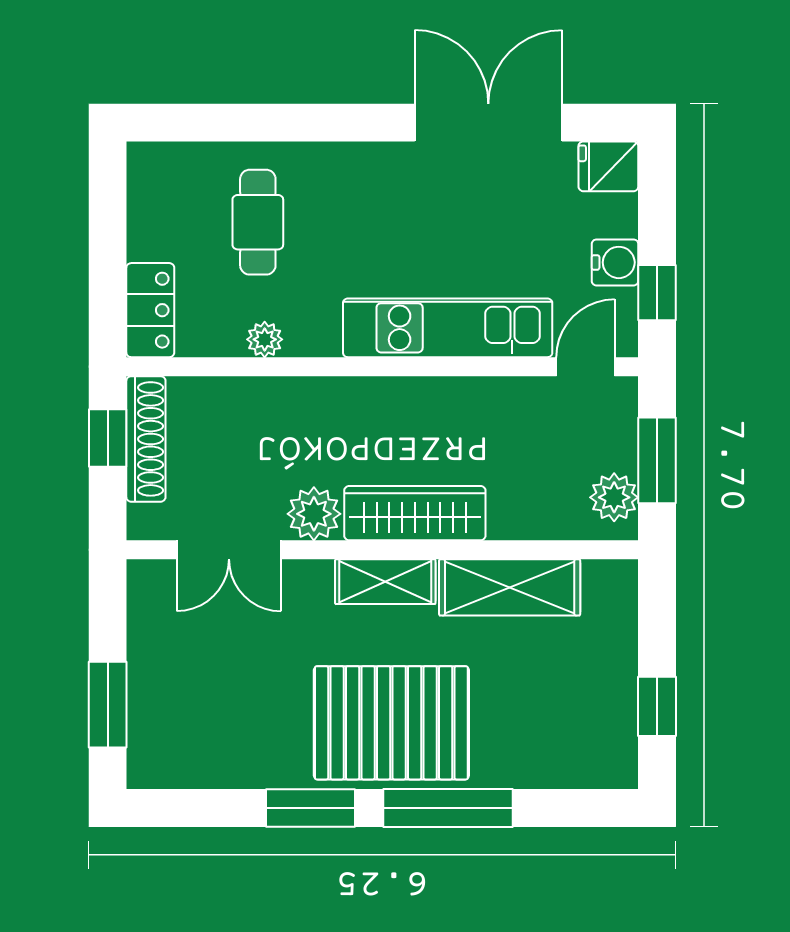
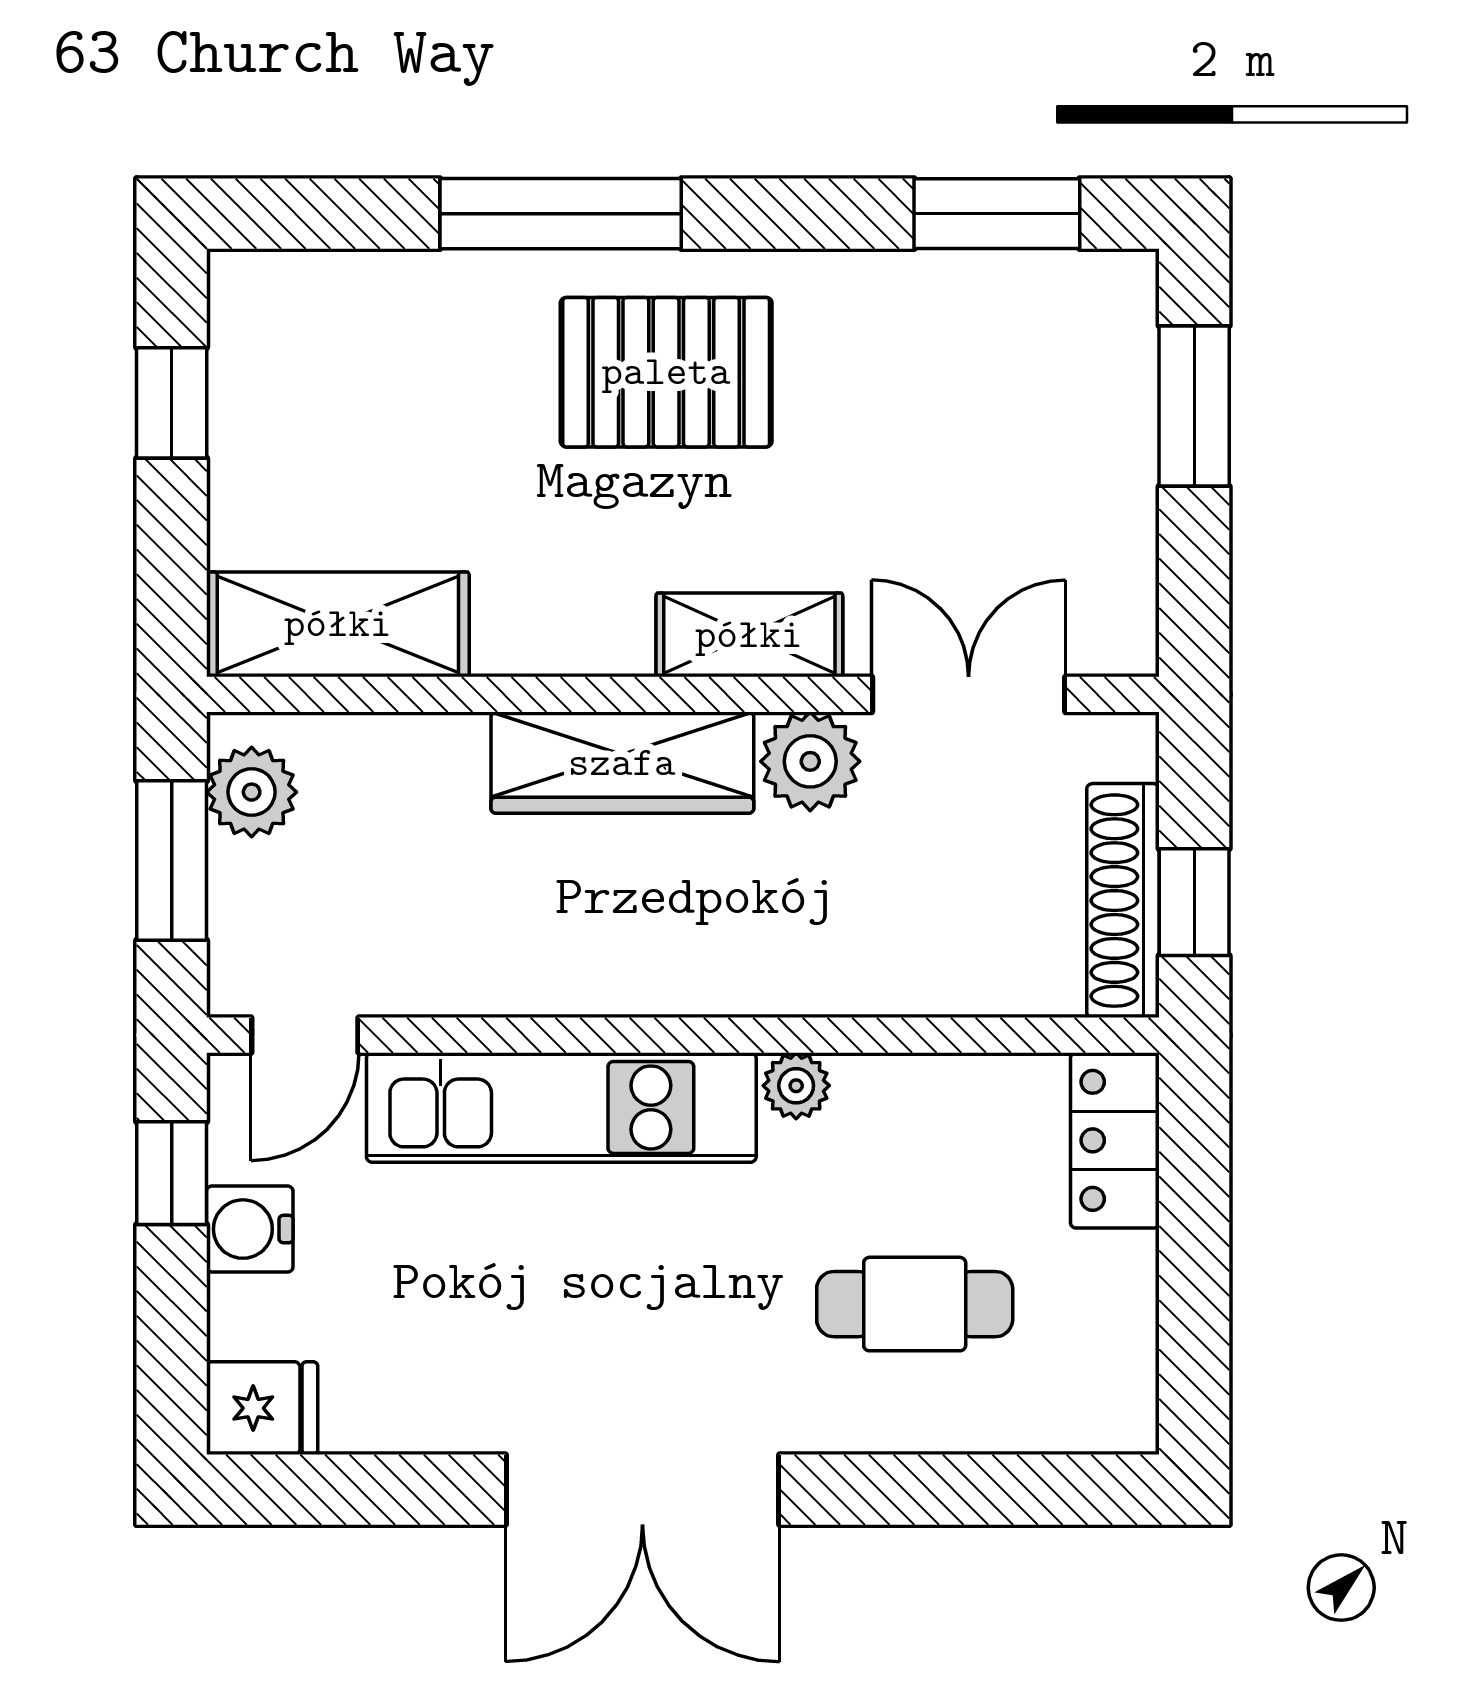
double door: (488, 123) -> (642, 1490), moved
cafe table: (258, 222) -> (915, 1304), turned 90
plant: (265, 339) -> (796, 1086), moved
shelving: (385, 582) -> (749, 635), moved
shelving: (510, 587) -> (338, 624), moved
pallet: (391, 723) -> (666, 372), width x0.73, depth x0.71
window: (310, 808) -> (997, 214), moved

